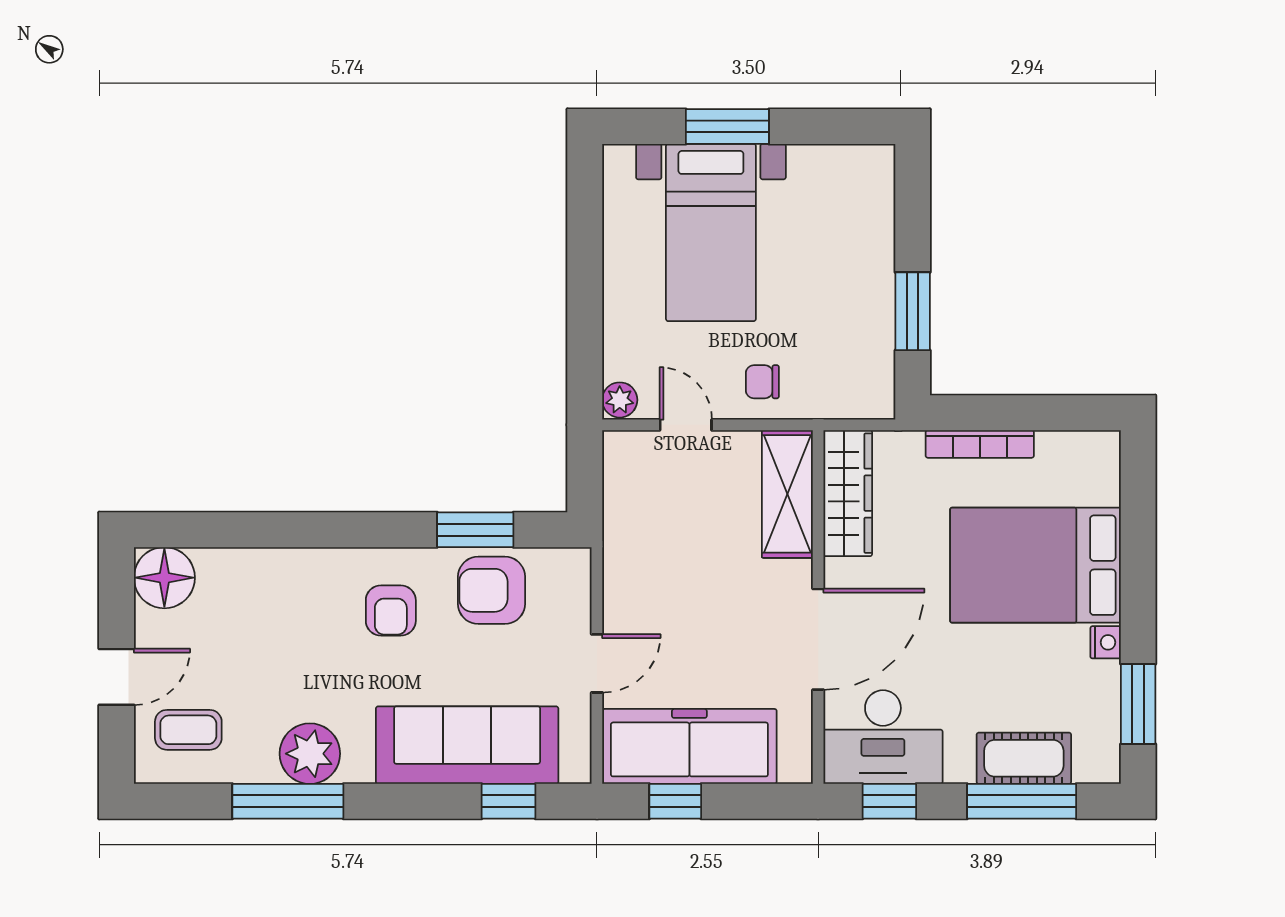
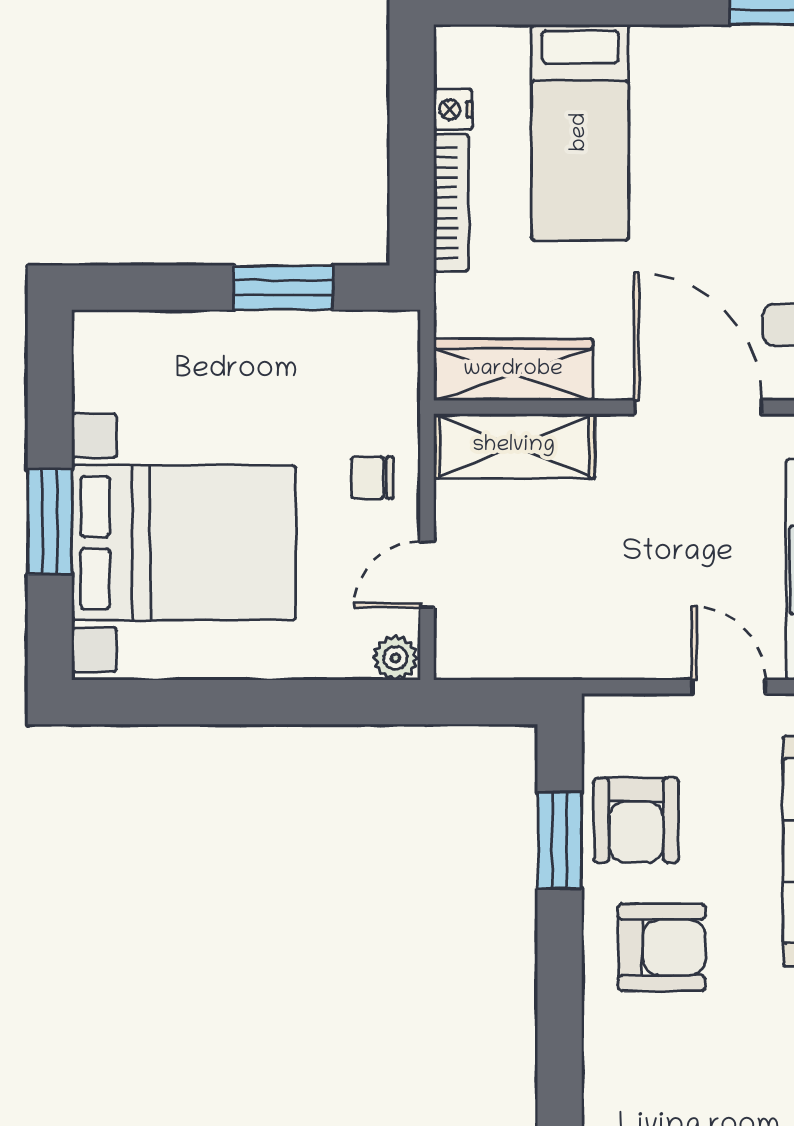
bed with nightstands: (711, 232) -> (184, 543), width x1.36
chair: (762, 382) -> (372, 478), turned 90
bed: (1035, 565) -> (580, 132), width x0.67
armchair: (391, 611) -> (662, 947), width x1.38, depth x1.38
nightstand: (1106, 642) -> (453, 109), moved, turned -90

